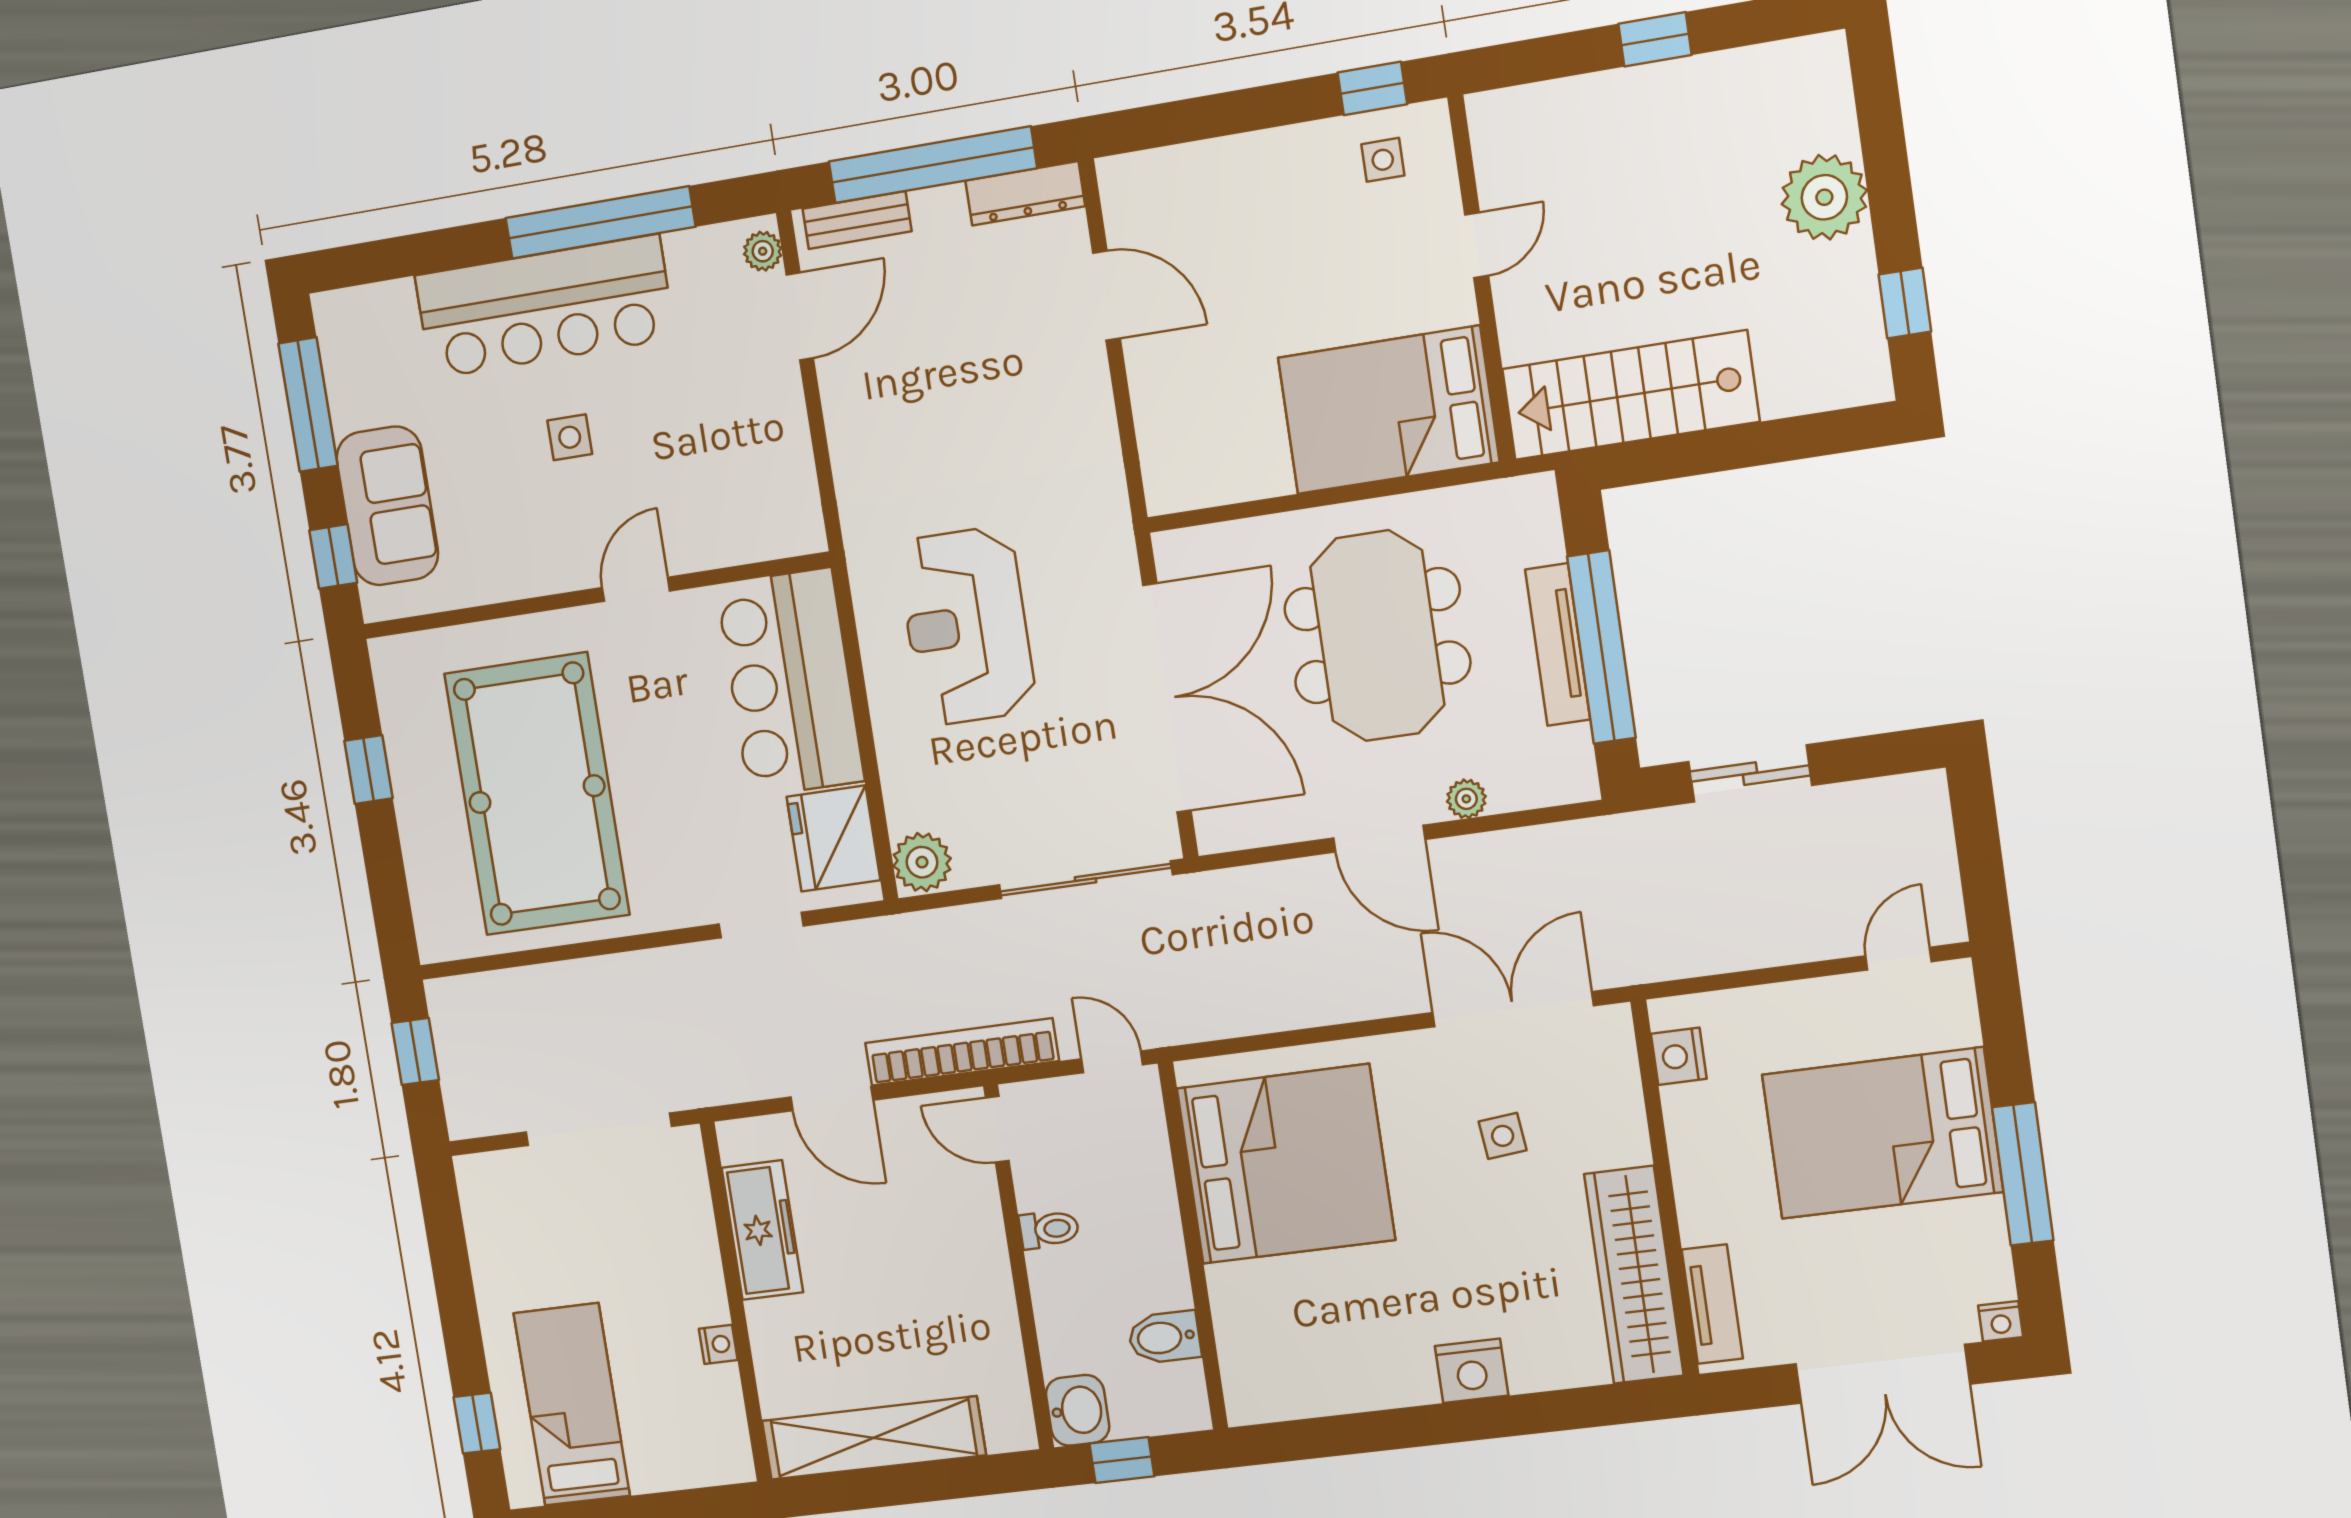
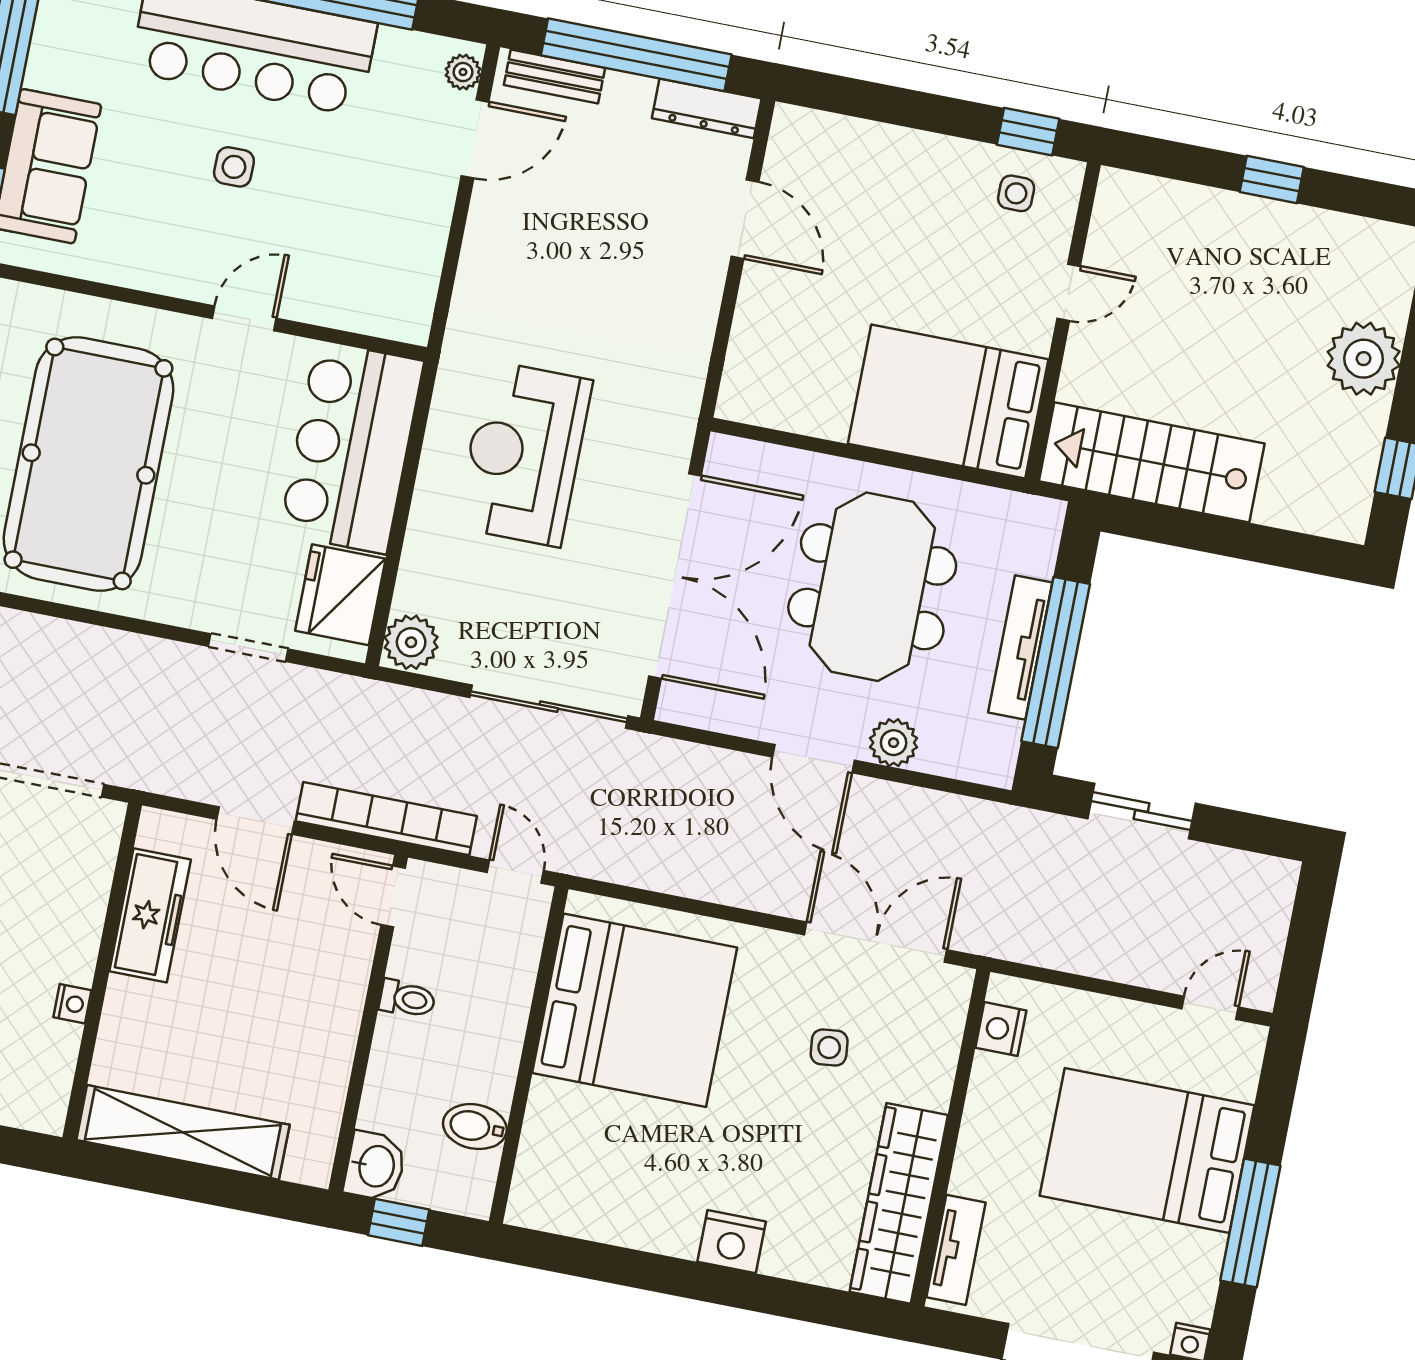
plant: (1466, 799) -> (894, 743), width x1.38, depth x1.38

